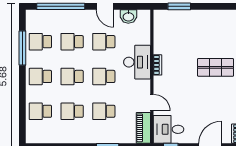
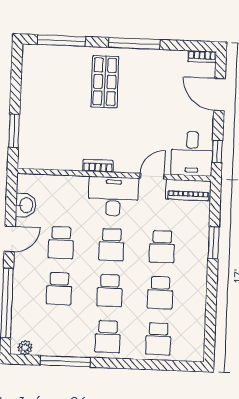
plant: (31, 20) -> (25, 348), added
school desk: (40, 42) -> (57, 335), removed
desk: (137, 62) -> (113, 196), moved

